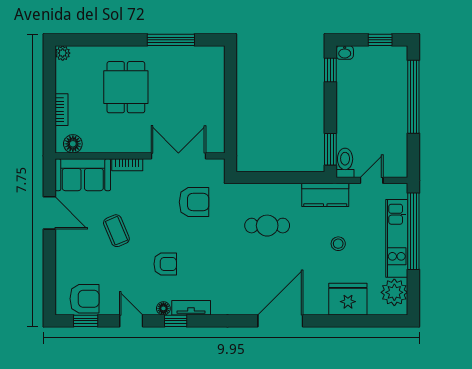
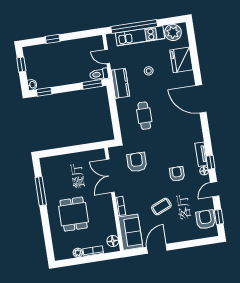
plant: (63, 53) -> (78, 253), moved
dining table: (126, 87) -> (74, 214), turned 90
window: (413, 97) -> (53, 39), width x0.32

